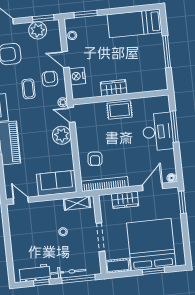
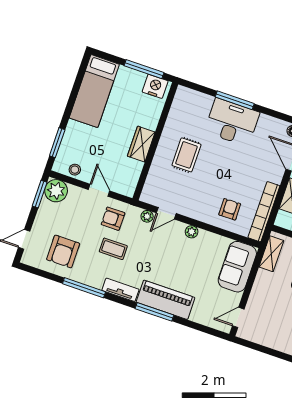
plant: (38, 30) -> (56, 191), moved
door: (66, 59) -> (99, 190), swing flipped
nightstand: (77, 76) -> (155, 86), moved, turned 180
wardrobe: (114, 88) -> (141, 144), moved
wall: (120, 97) -> (155, 141), moved
plant: (62, 135) -> (192, 232), width x0.53, depth x0.53
armchair: (95, 159) -> (230, 209), turned -96

